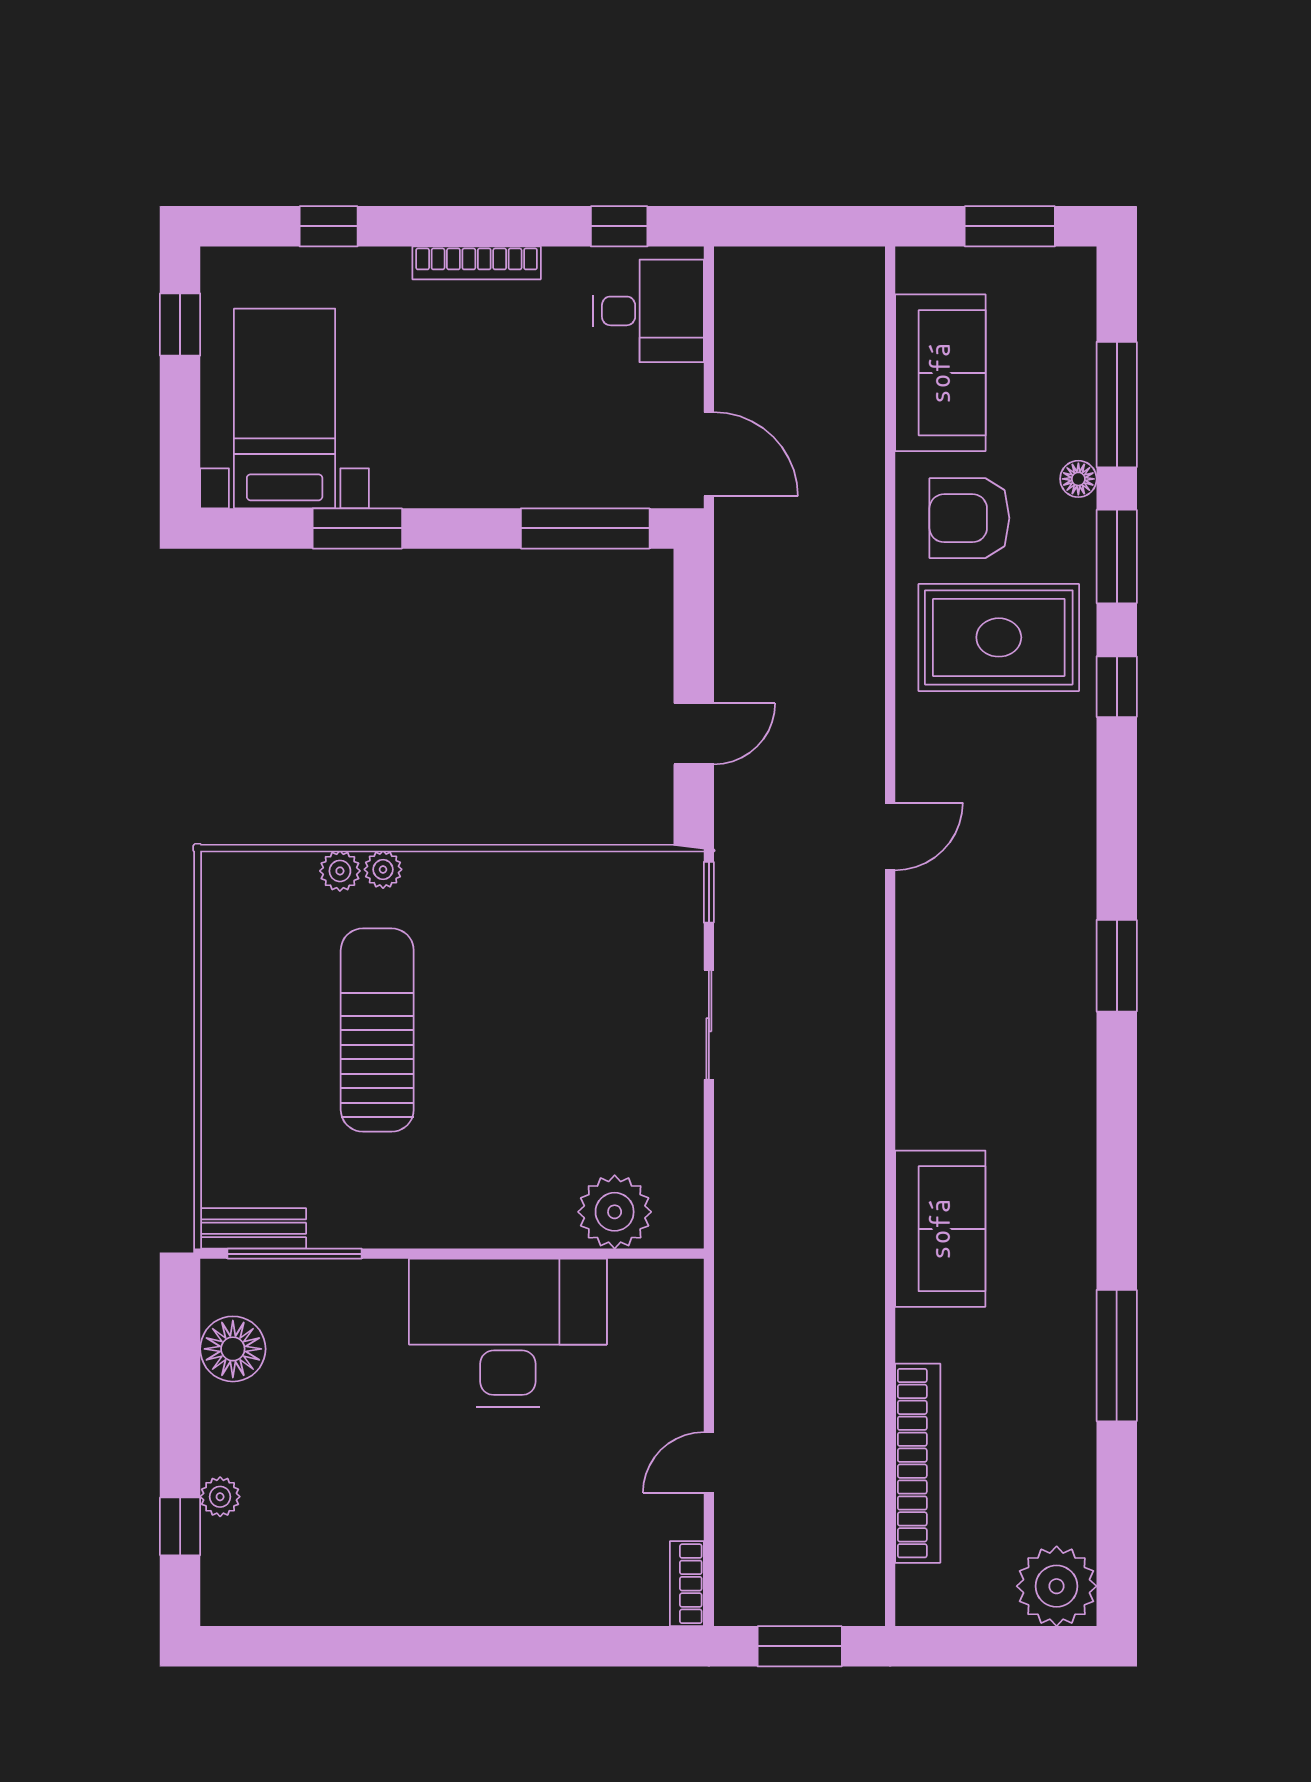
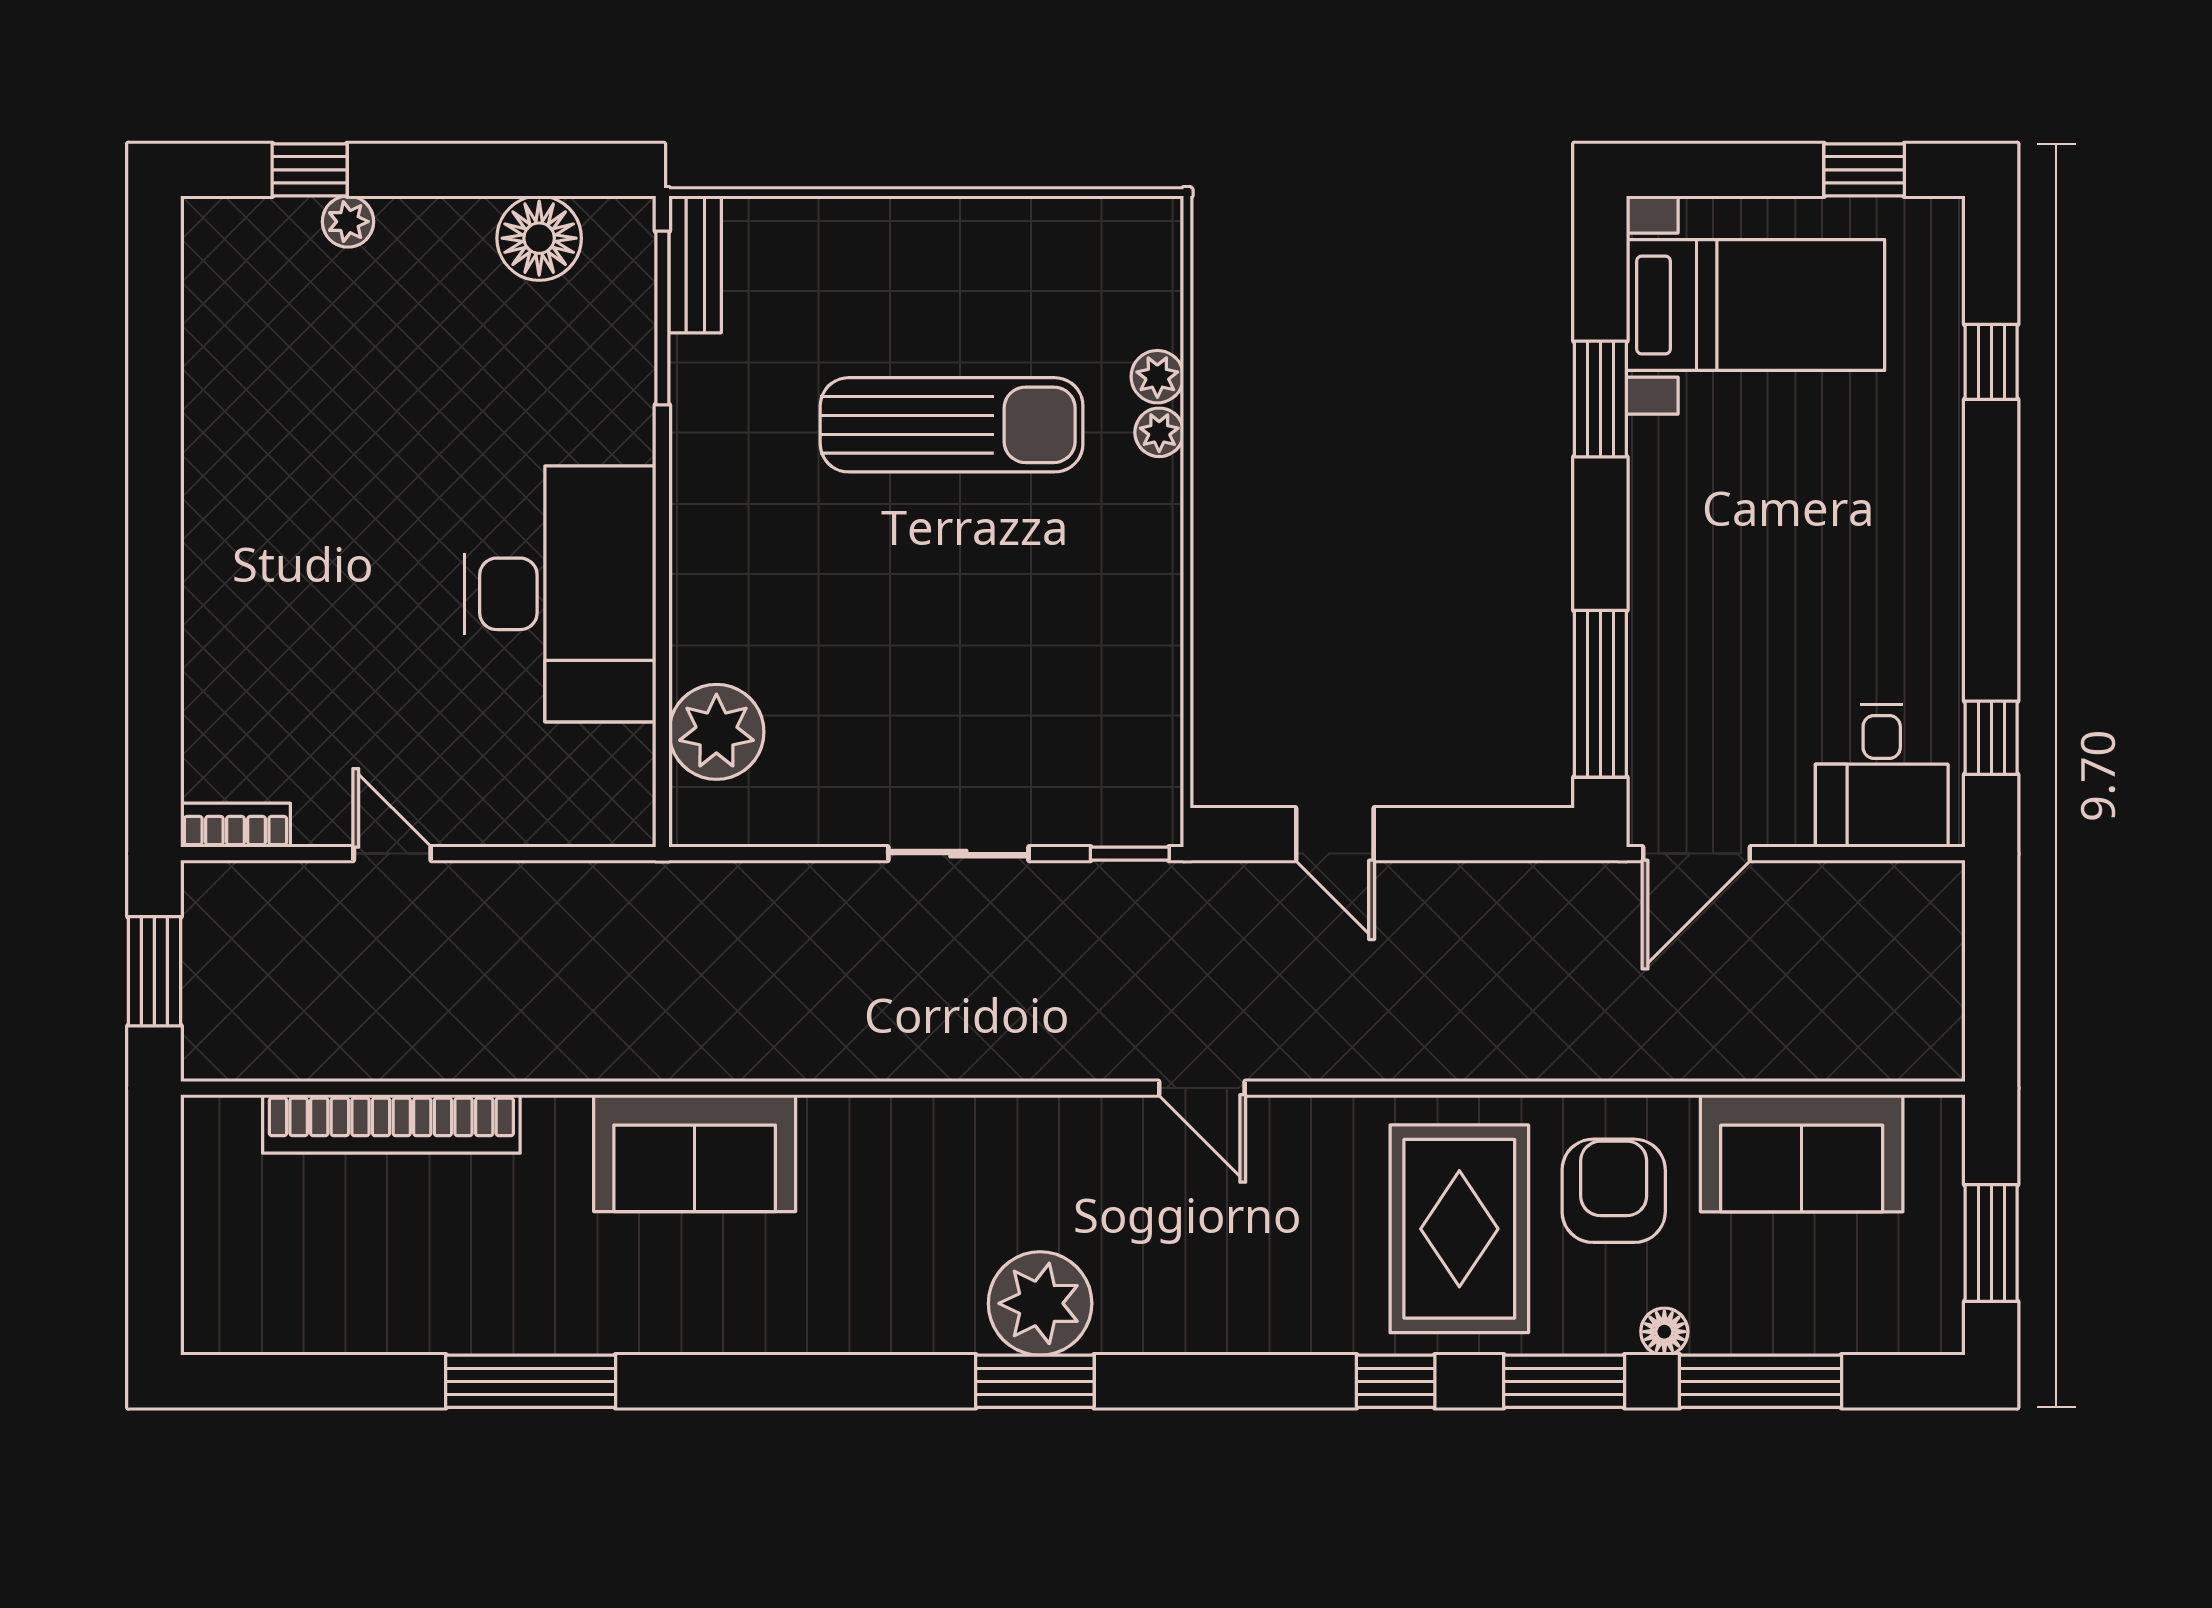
bookcase: (477, 263) -> (1944, 553), removed
plant: (1057, 1586) -> (1040, 1303), moved

